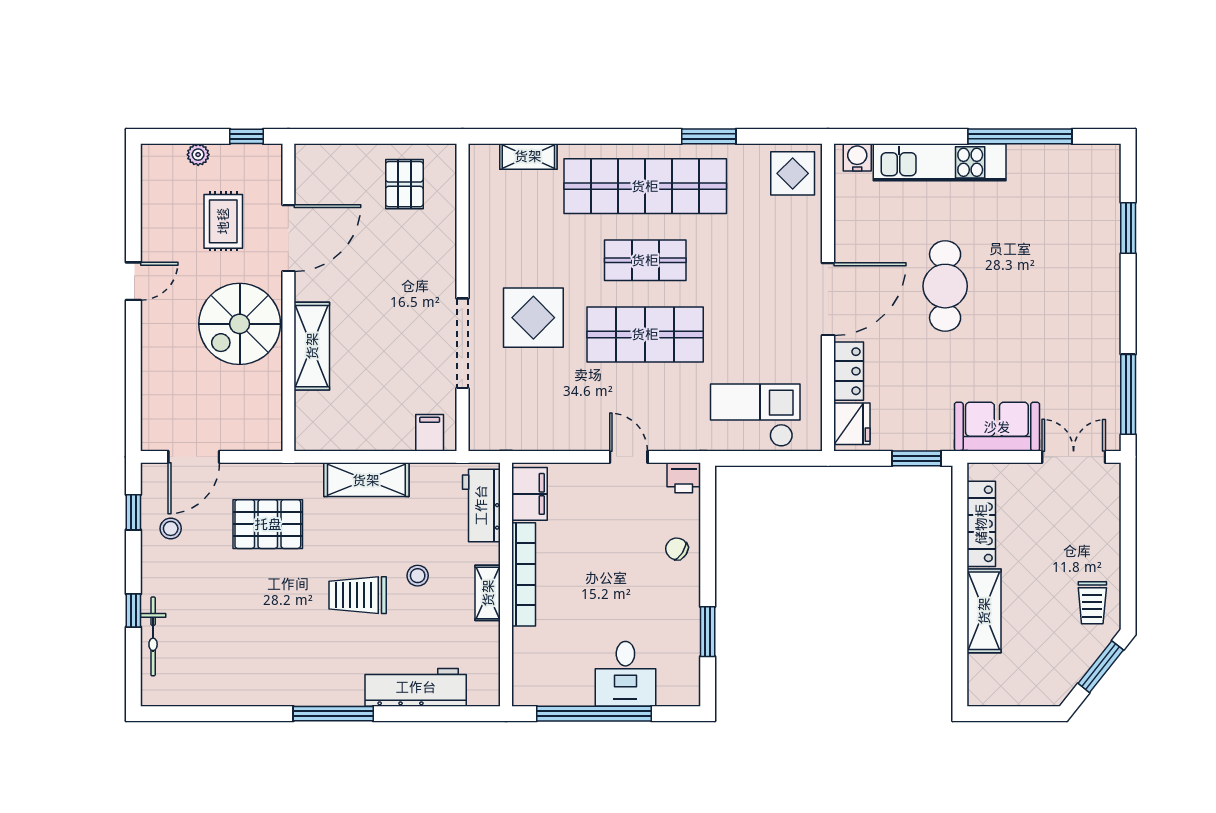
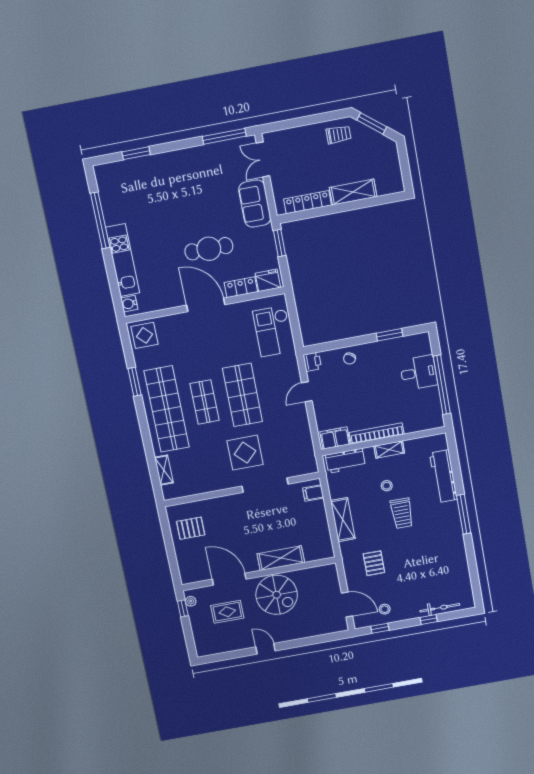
plant: (198, 155) -> (191, 601), moved
cafe table: (945, 286) -> (209, 249), moved
pallet: (268, 524) -> (374, 563), width x0.67, depth x0.71

